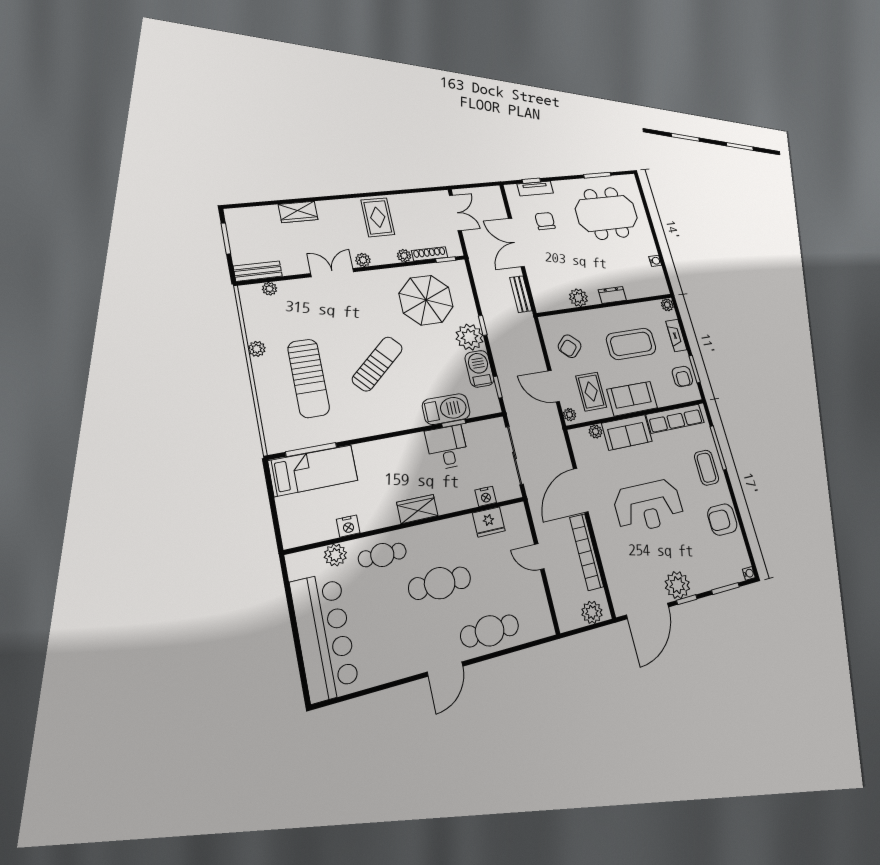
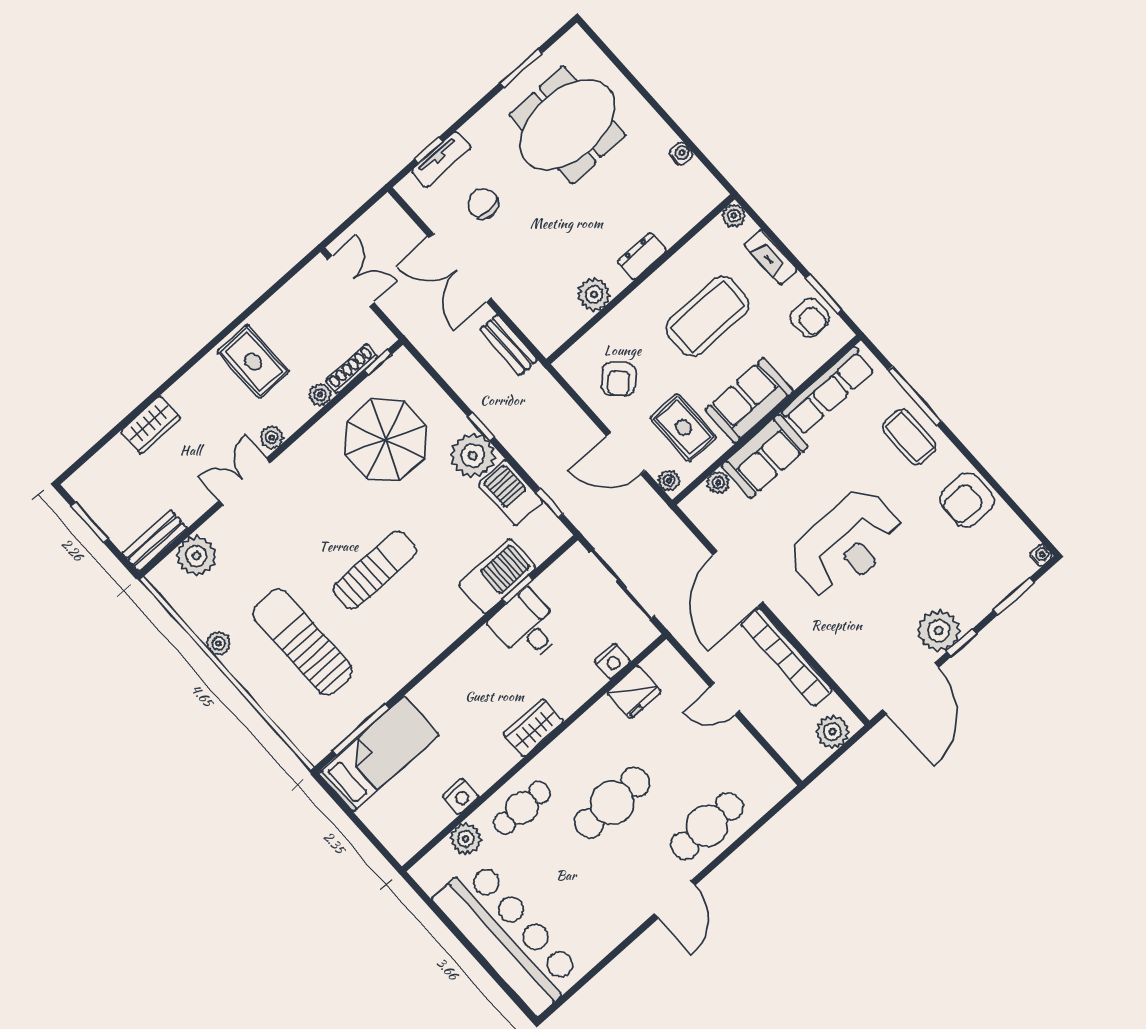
plant: (270, 289) -> (196, 556), width x1.87, depth x1.87
sun lounger: (377, 364) -> (375, 570), turned 42
sun lounger: (309, 378) -> (302, 642), turned 180

